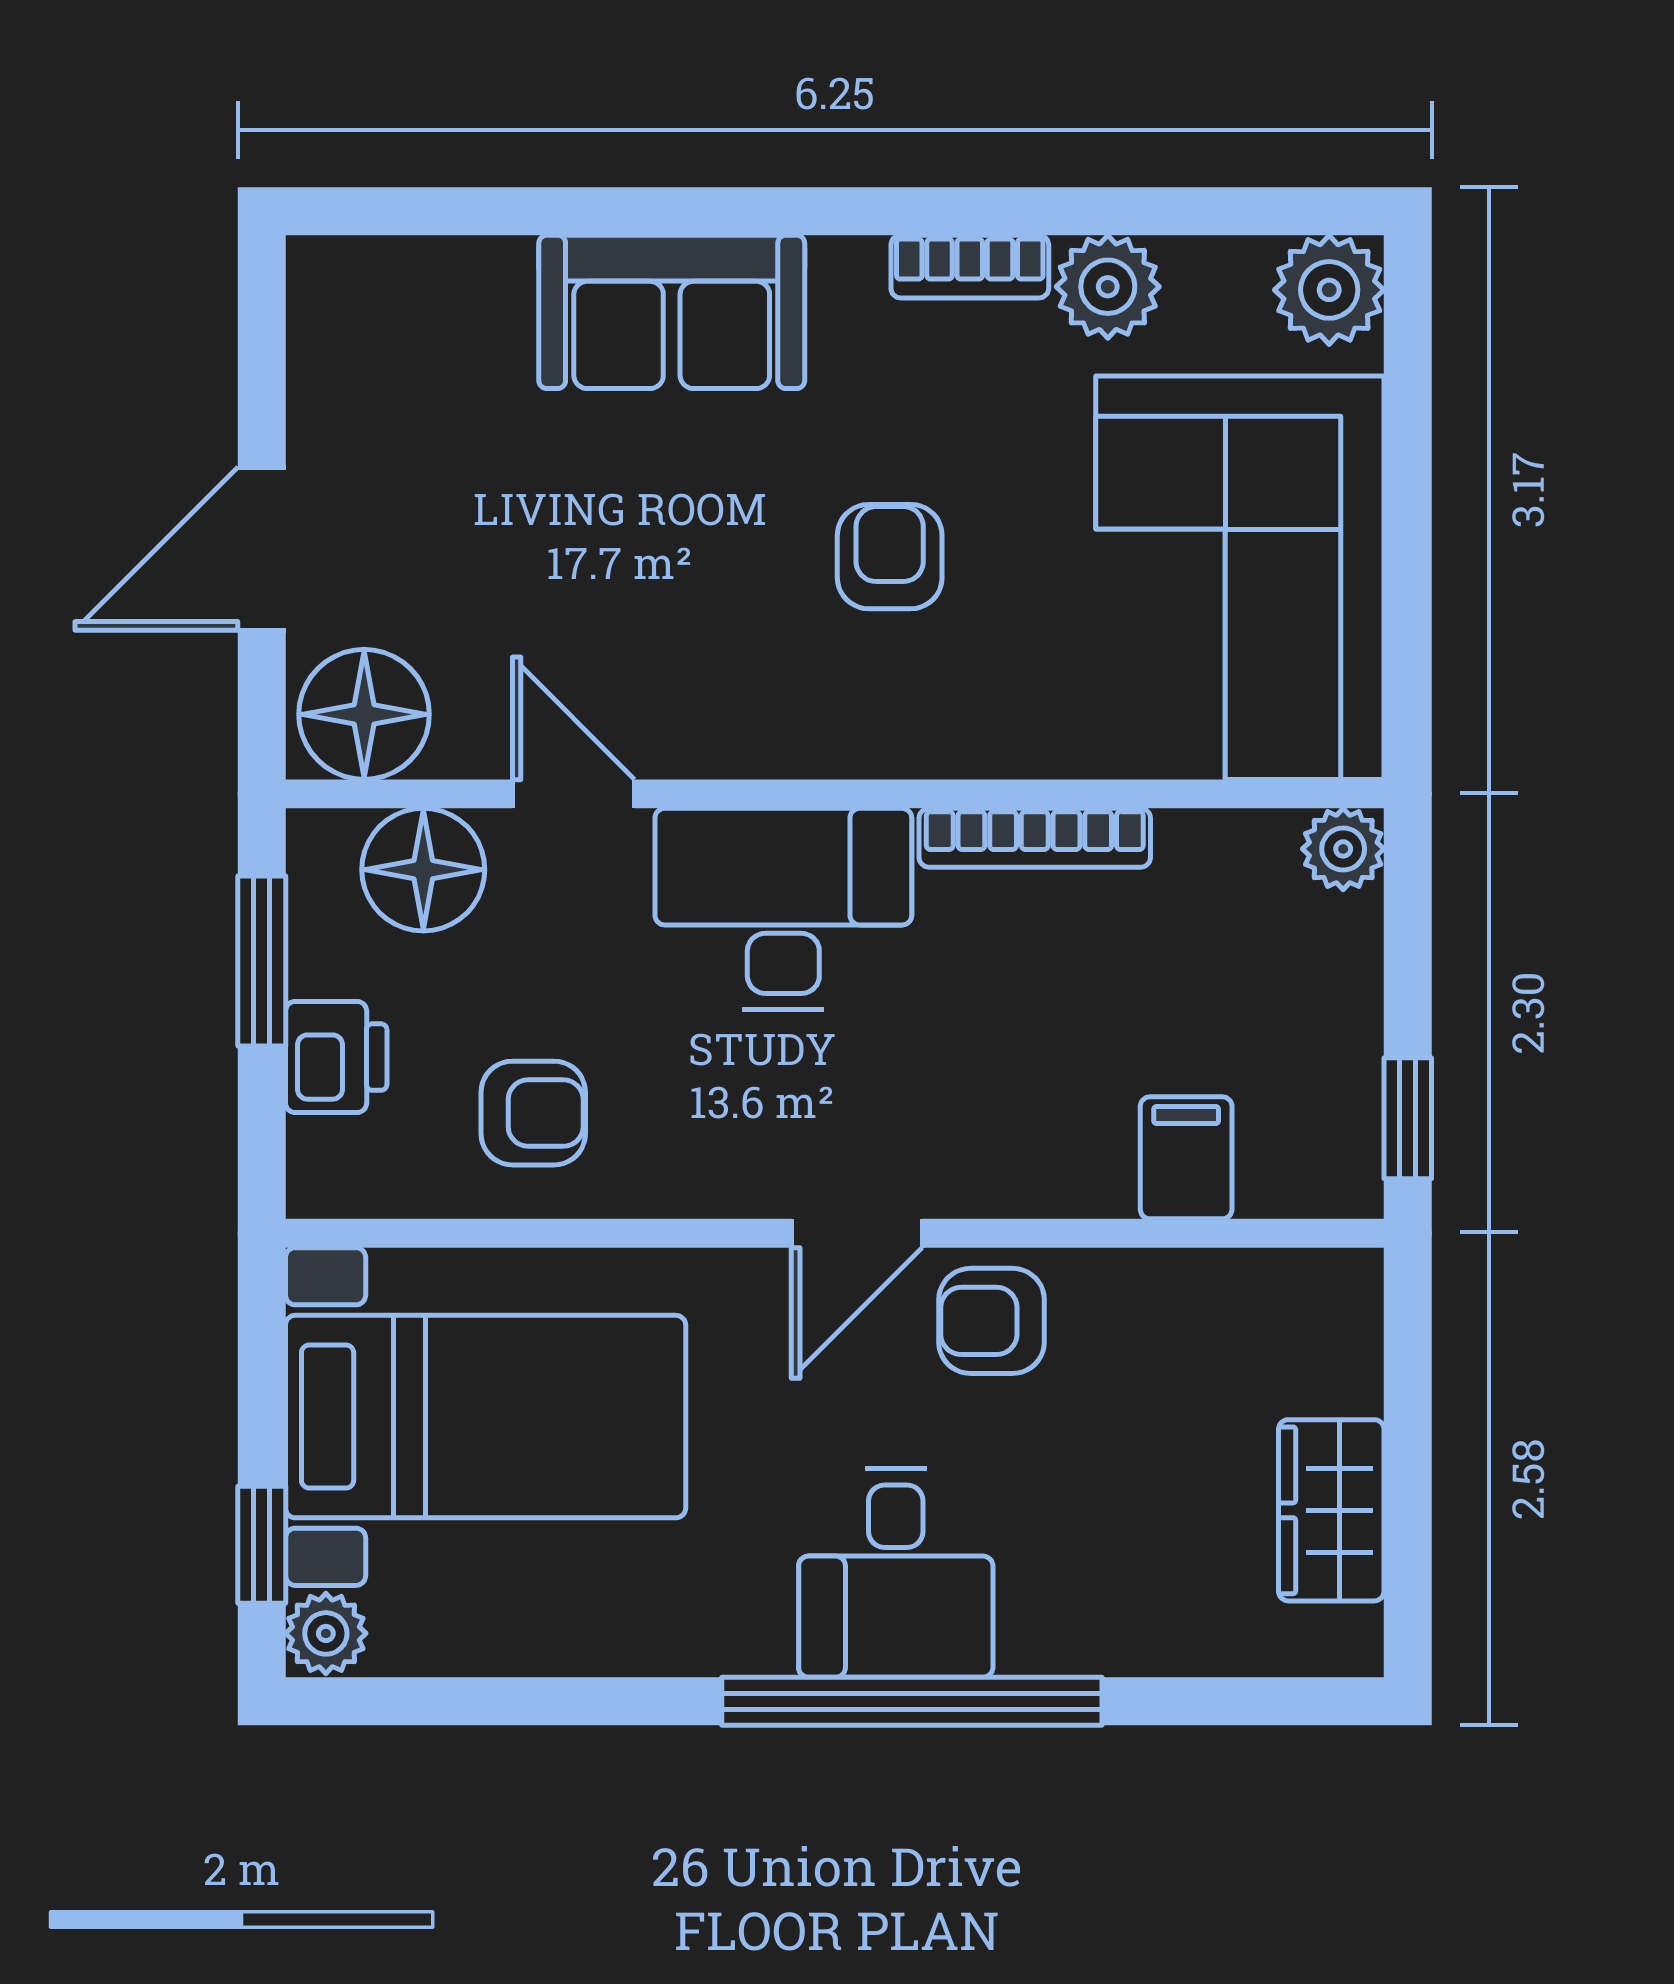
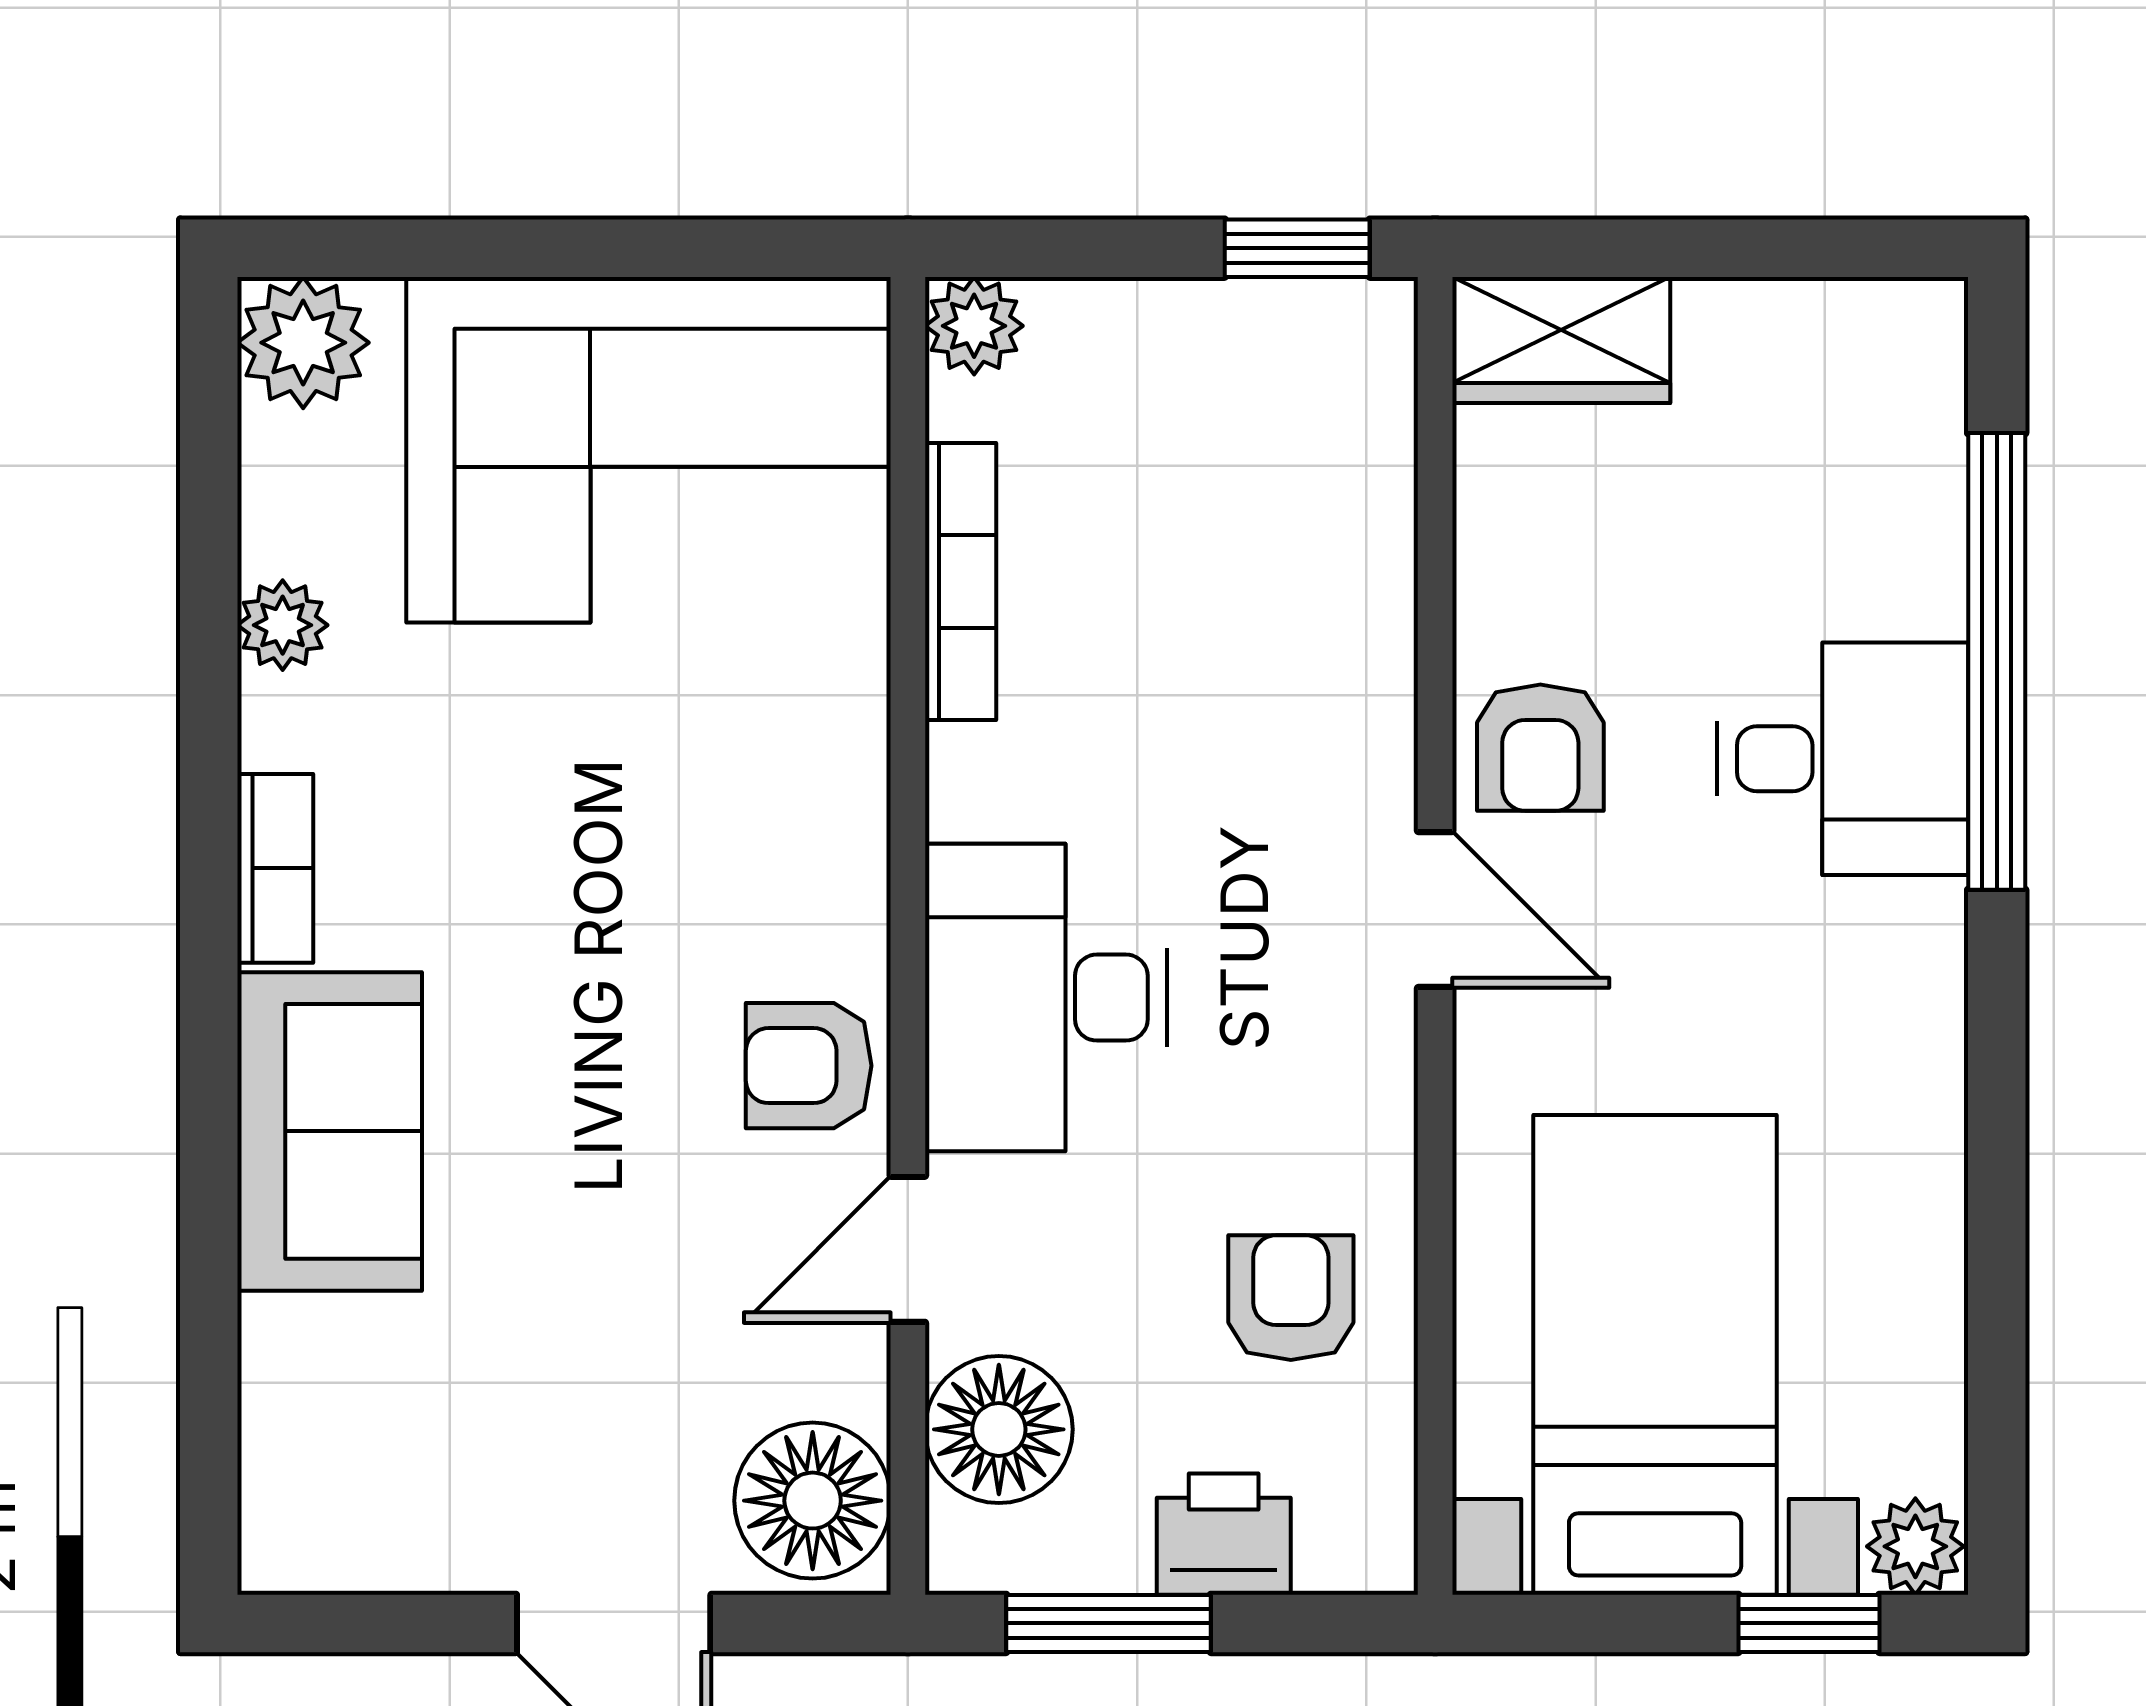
bookcase: (970, 267) -> (275, 868), moved
plant: (1108, 287) -> (283, 625), width x0.73, depth x0.73
armchair: (890, 557) -> (809, 1066), moved
bookcase: (1035, 838) -> (961, 581), moved
filing cabinet: (1186, 1158) -> (1345, 514), removed
wardrobe: (1331, 1510) -> (1561, 340), moved
desk: (896, 1573) -> (1842, 759), moved
window: (912, 1701) -> (1997, 661), moved

